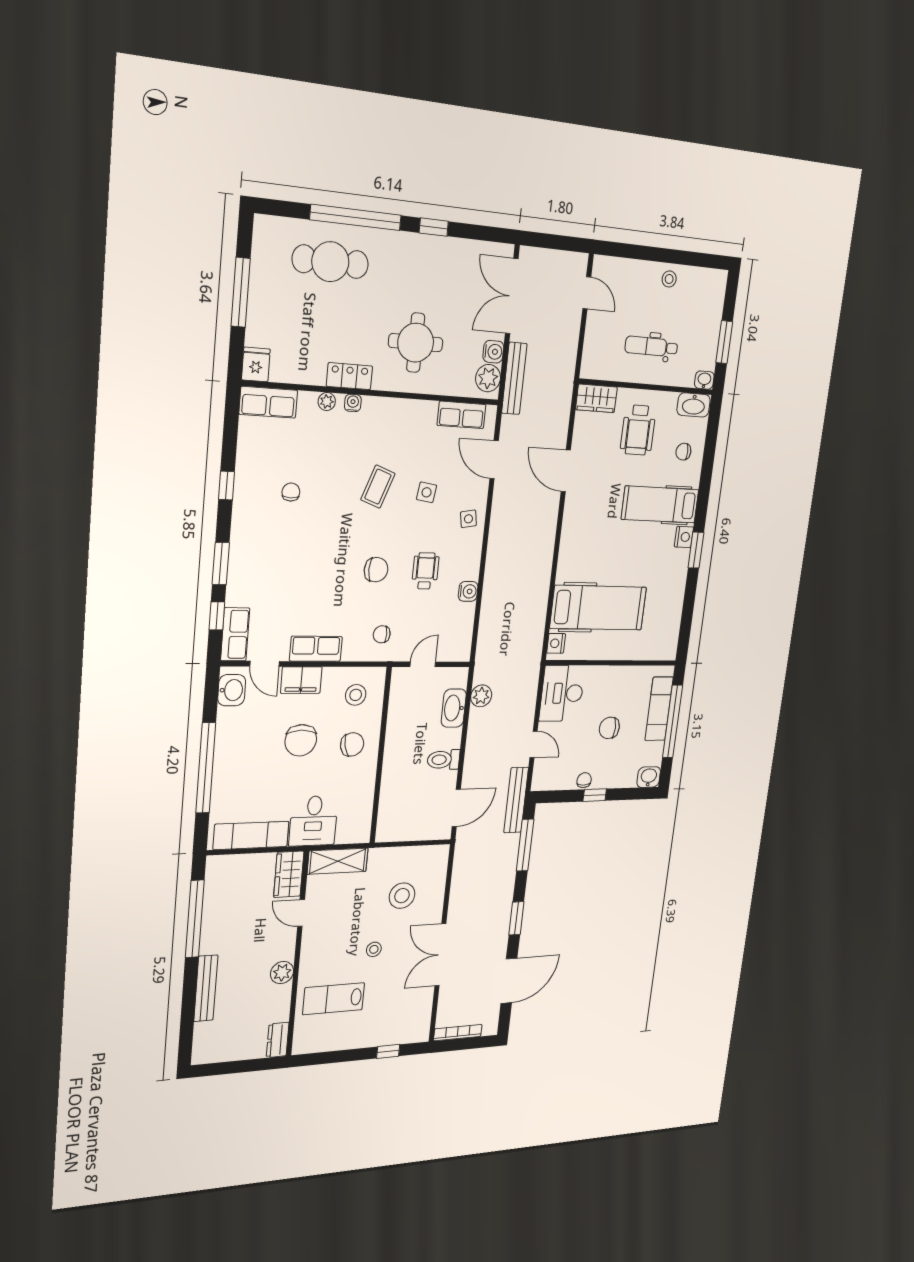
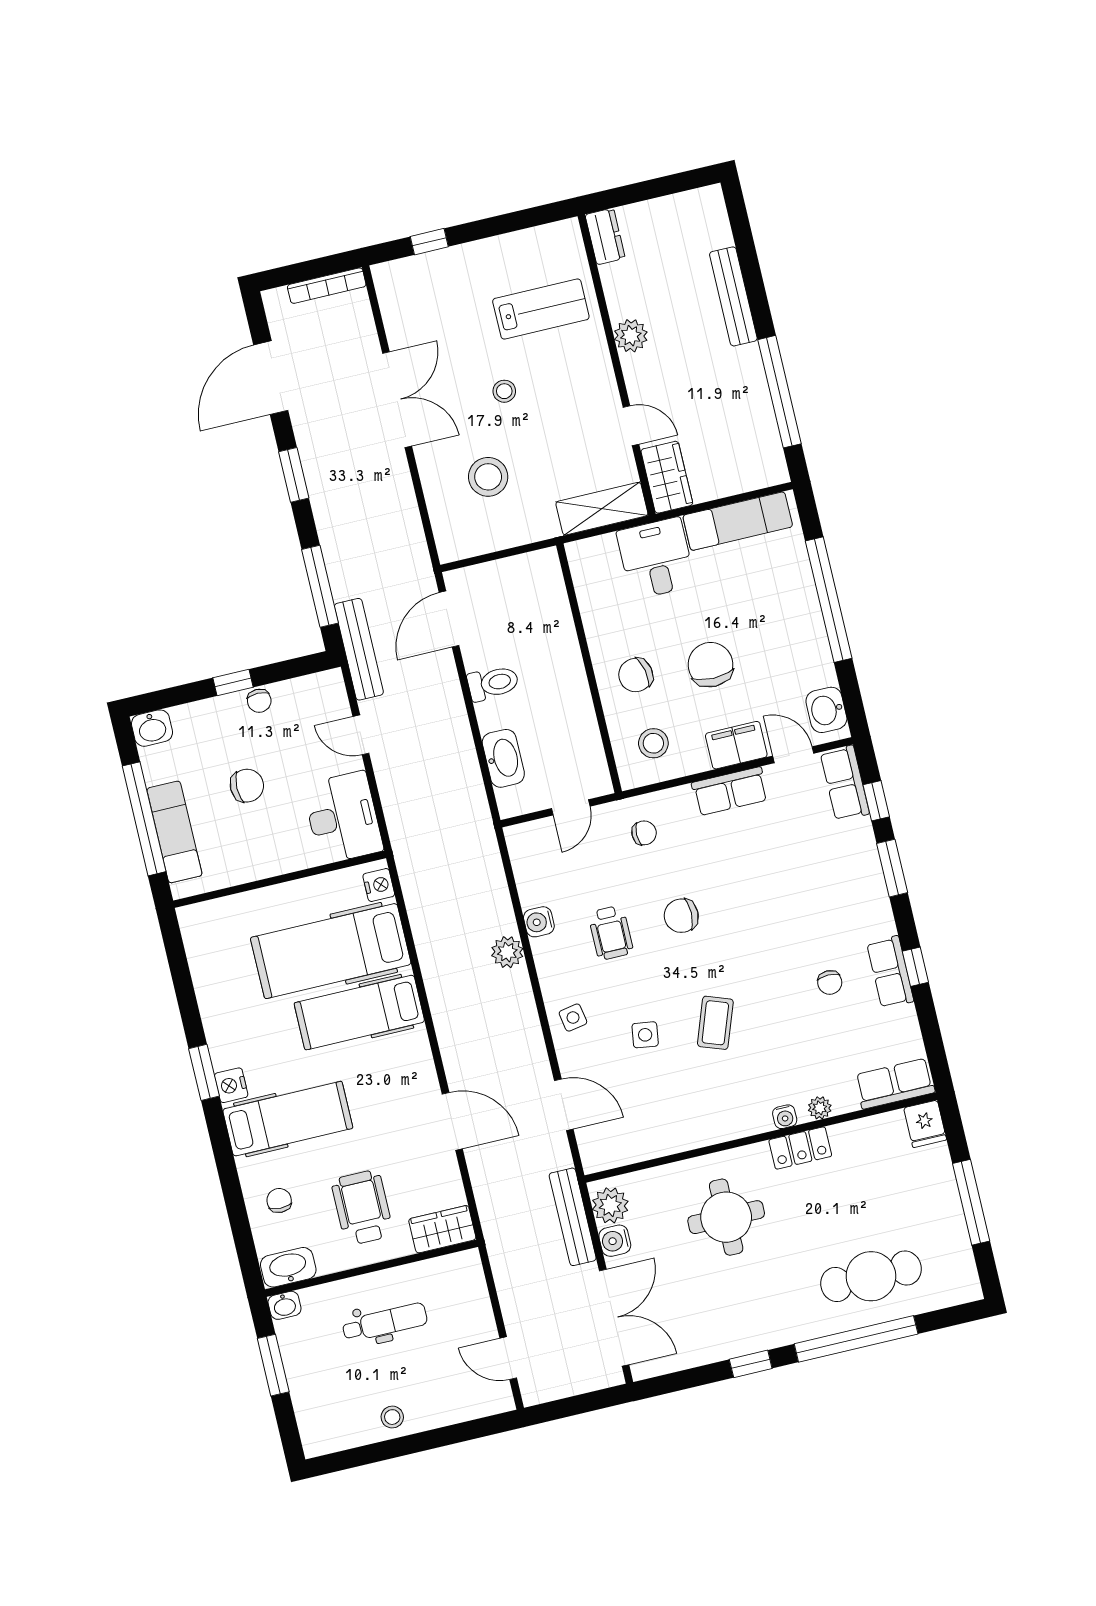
row of seats: (462, 415) -> (890, 972), moved, turned -90
chair: (683, 452) -> (279, 1200), turned -89
hospital bed: (596, 562) -> (359, 1012), added
plant: (481, 696) -> (507, 952), moved

